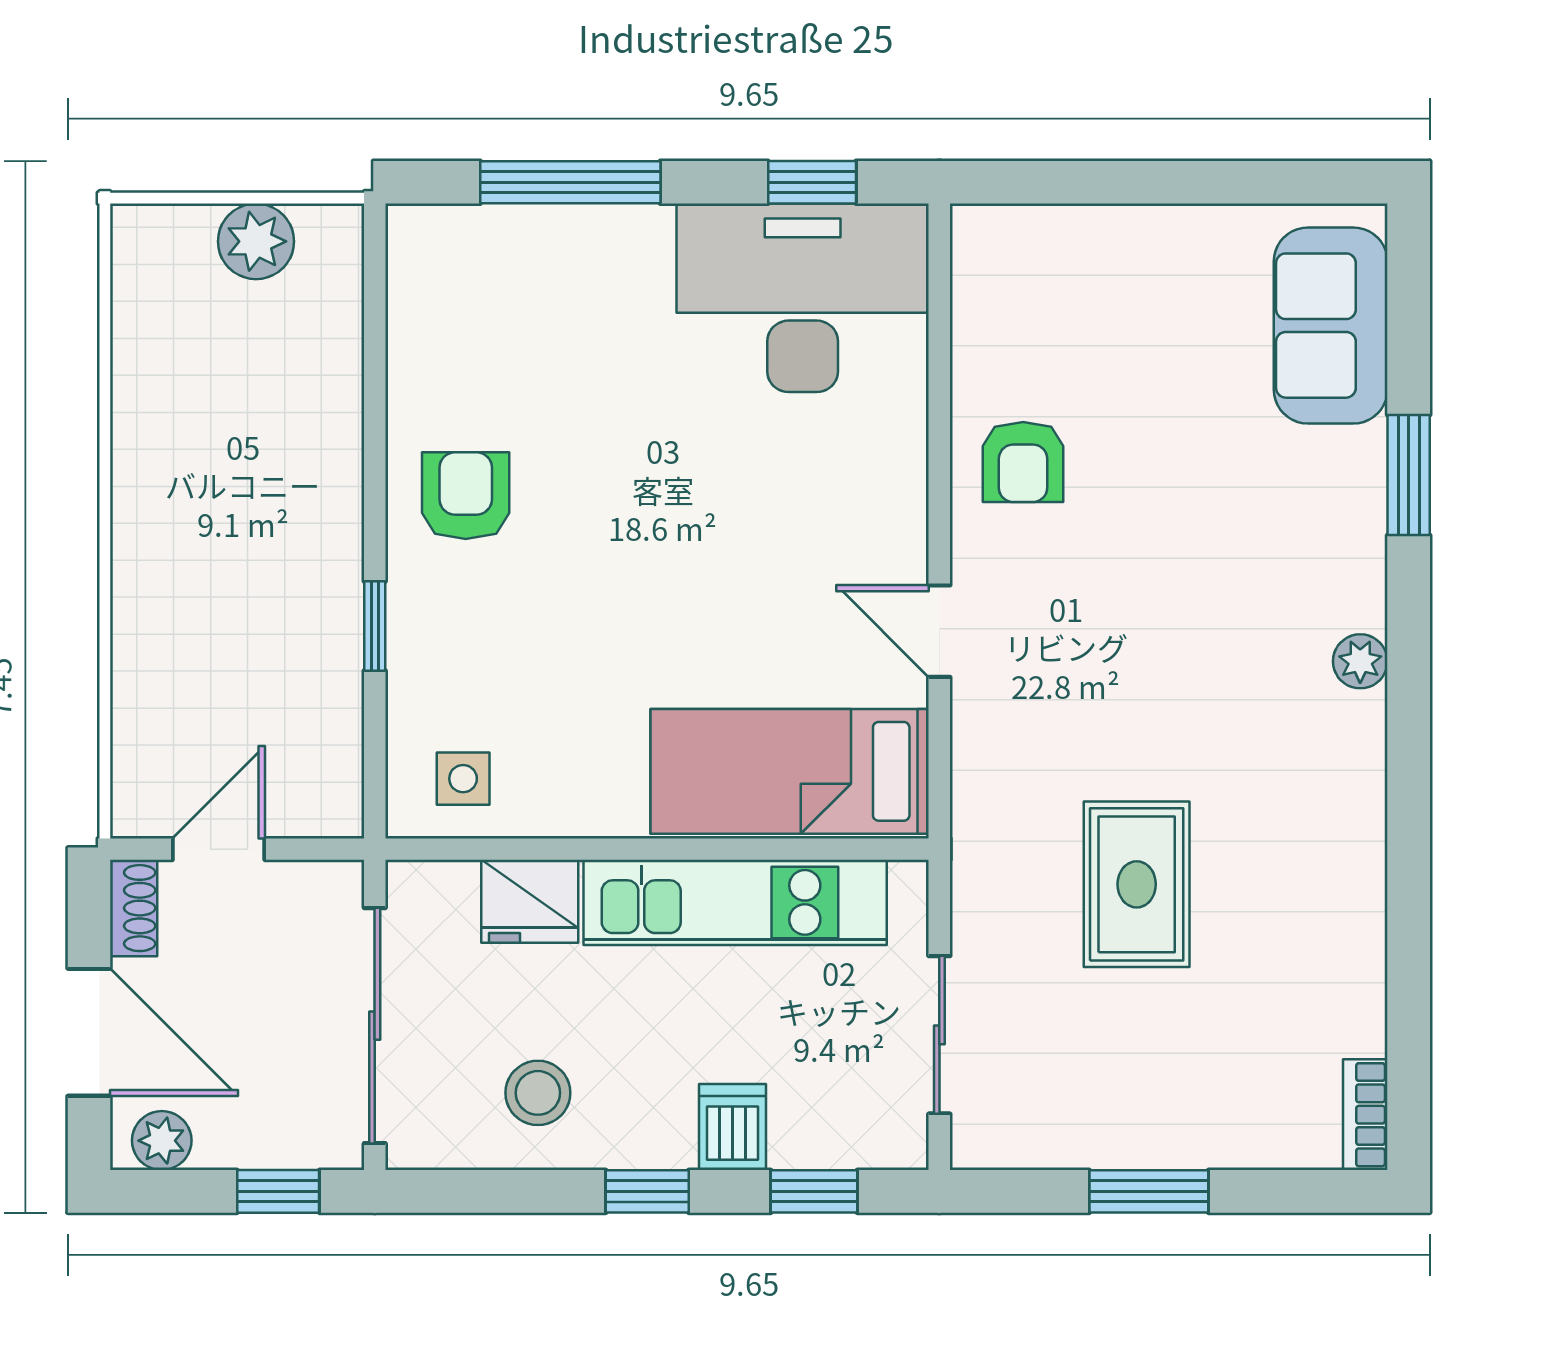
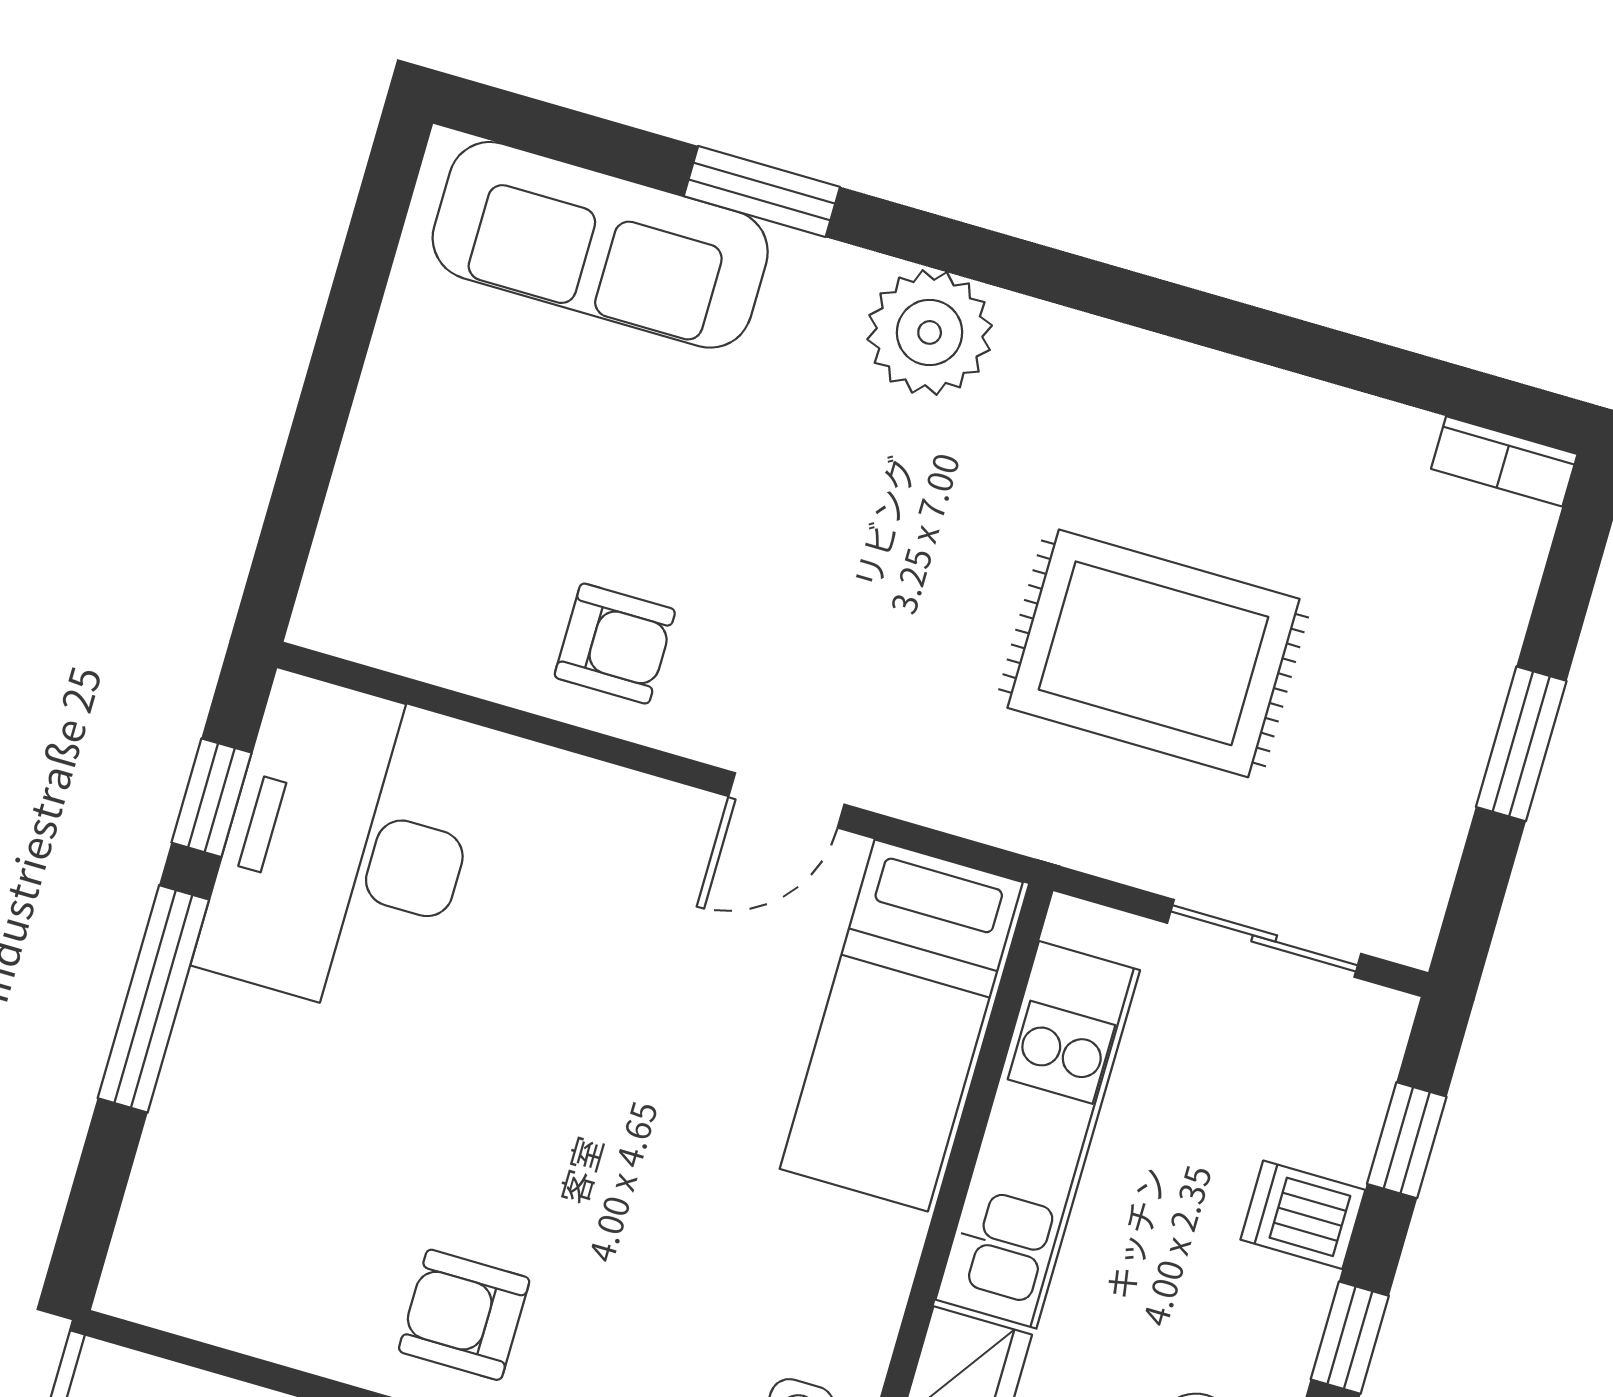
window: (570, 182) -> (153, 999), moved
sofa: (1331, 326) -> (600, 245), width x1.36
plant: (1360, 661) -> (930, 332), width x1.88, depth x1.88
rug: (1137, 884) -> (1154, 653), width x1.36, depth x1.43

